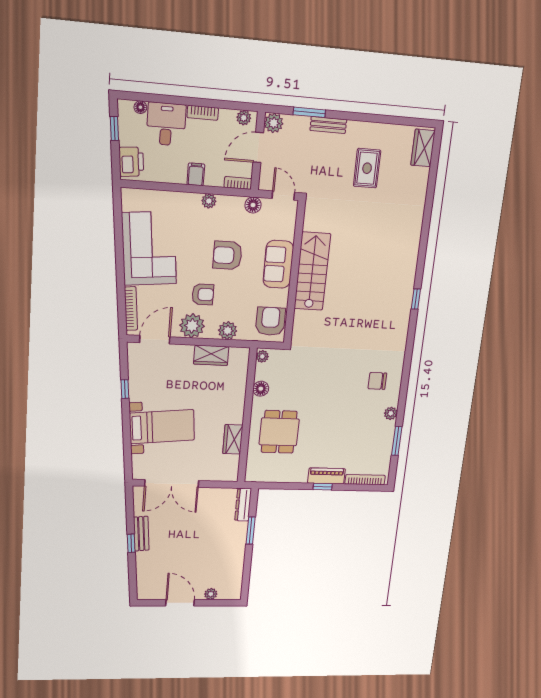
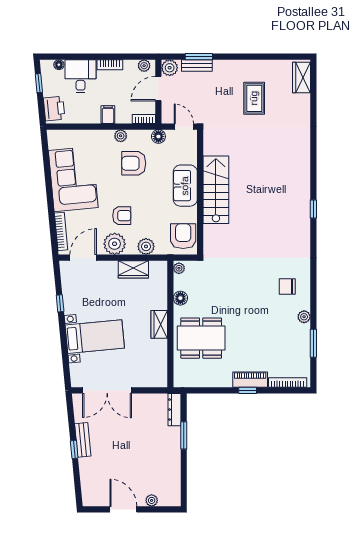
bench: (328, 125) -> (197, 65), moved
armchair: (228, 255) -> (134, 163), moved
dining table: (279, 432) -> (201, 338), width x1.38
wardrobe: (233, 439) -> (159, 324), moved

